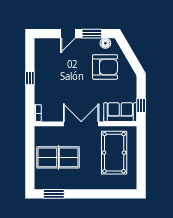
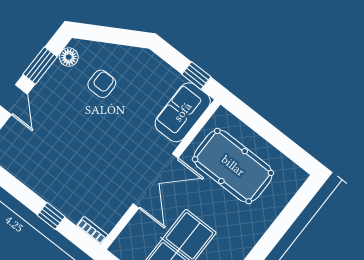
armchair: (105, 67) -> (102, 84), width x0.53, depth x0.53
window: (30, 78) -> (51, 216), moved
double door: (81, 124) -> (156, 181), swing flipped

